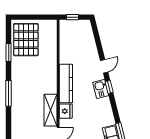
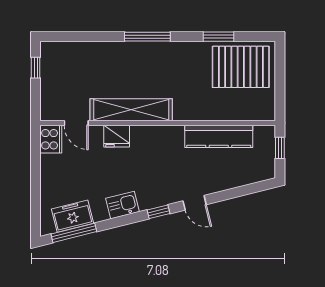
kitchen counter: (66, 84) -> (219, 136), moved
kitchen sink: (101, 89) -> (122, 205), moved
shelving: (51, 110) -> (131, 110), width x1.47

